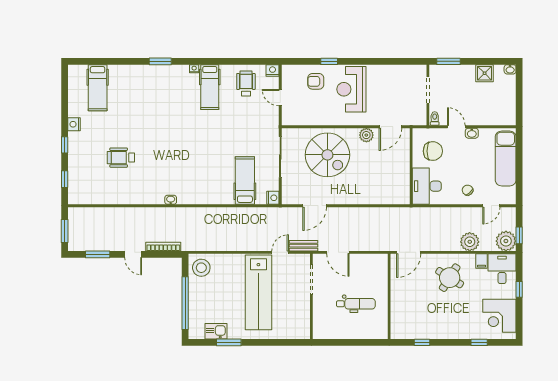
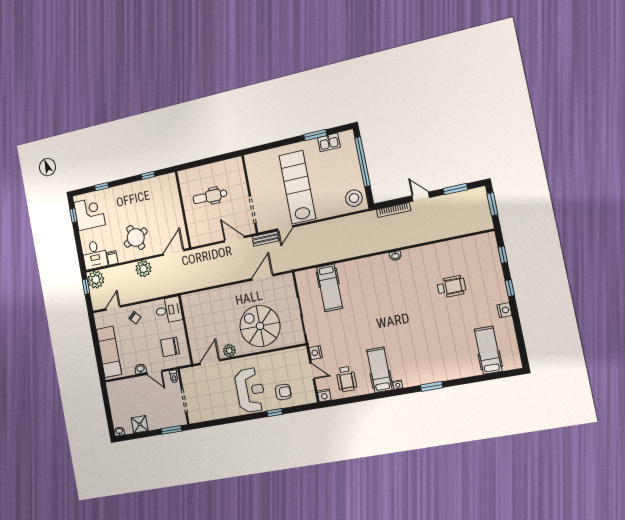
desk: (427, 186) -> (169, 310), width x0.73
nightstand: (273, 198) -> (316, 353), moved
plant: (470, 242) -> (143, 269), moved
round table: (450, 278) -> (136, 237), turned 34
window: (519, 289) -> (73, 215), moved

